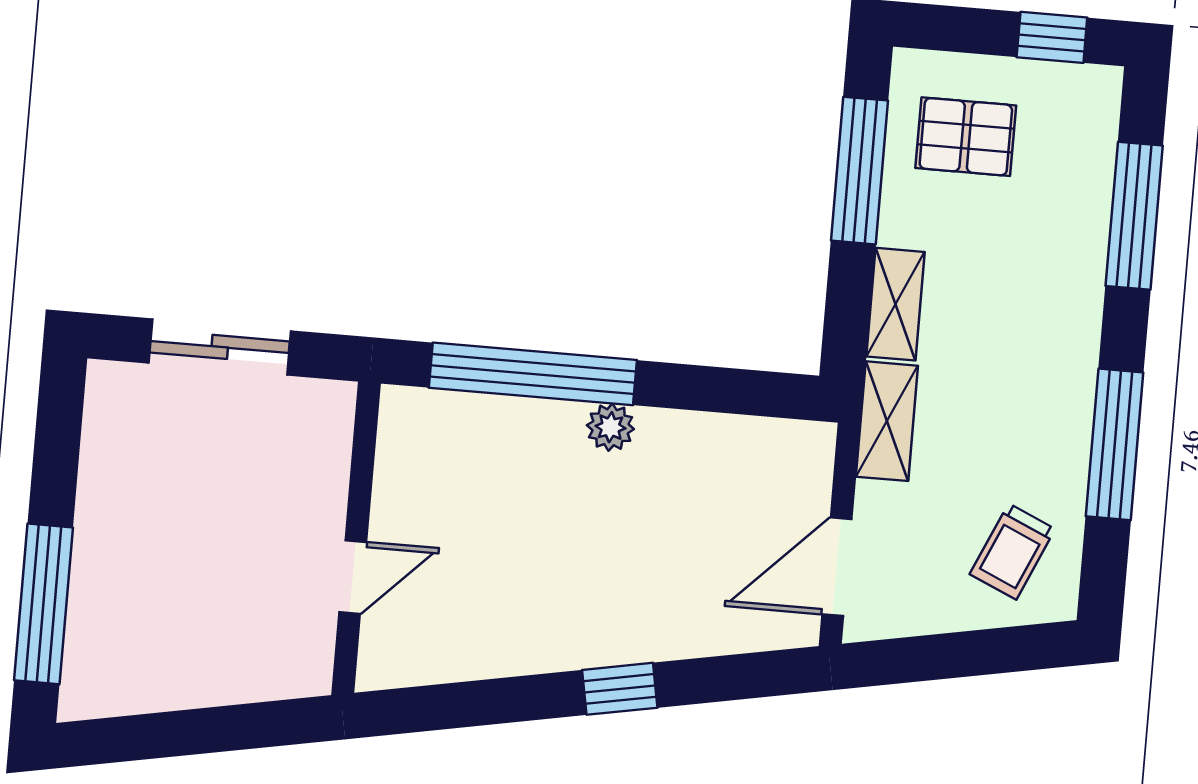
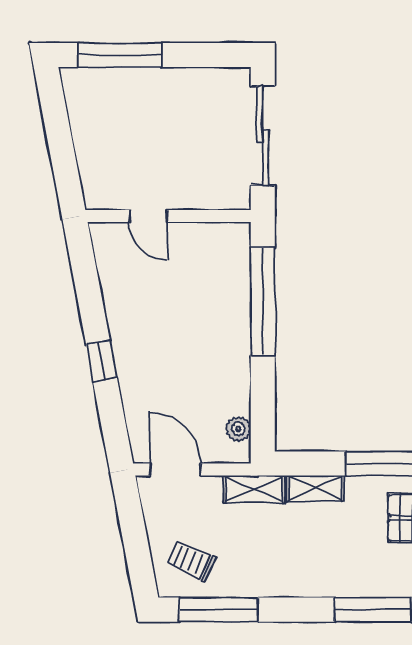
sliding door: (220, 347) -> (263, 136), width x1.37
plant: (610, 427) -> (238, 429), moved
window: (1115, 444) -> (219, 610), moved

